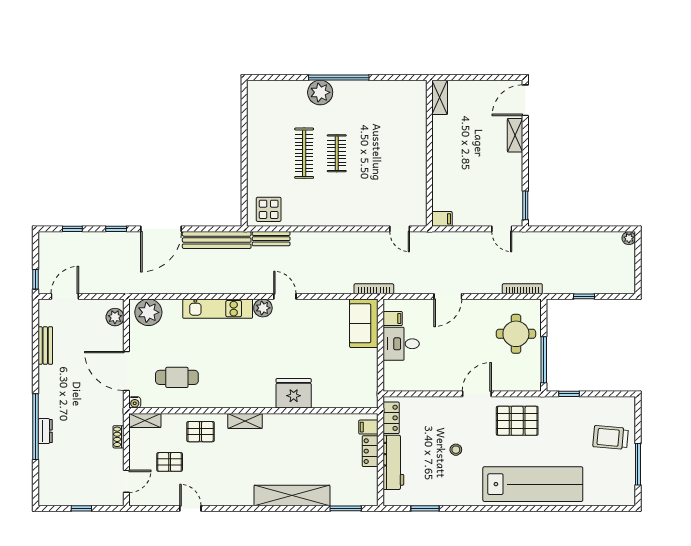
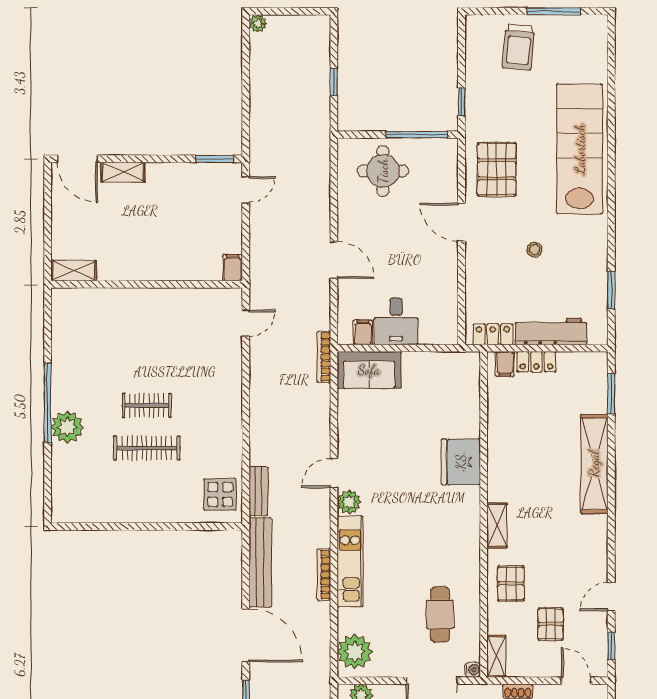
bookcase: (522, 289) -> (324, 575), moved
window: (153, 508) -> (611, 646), added

